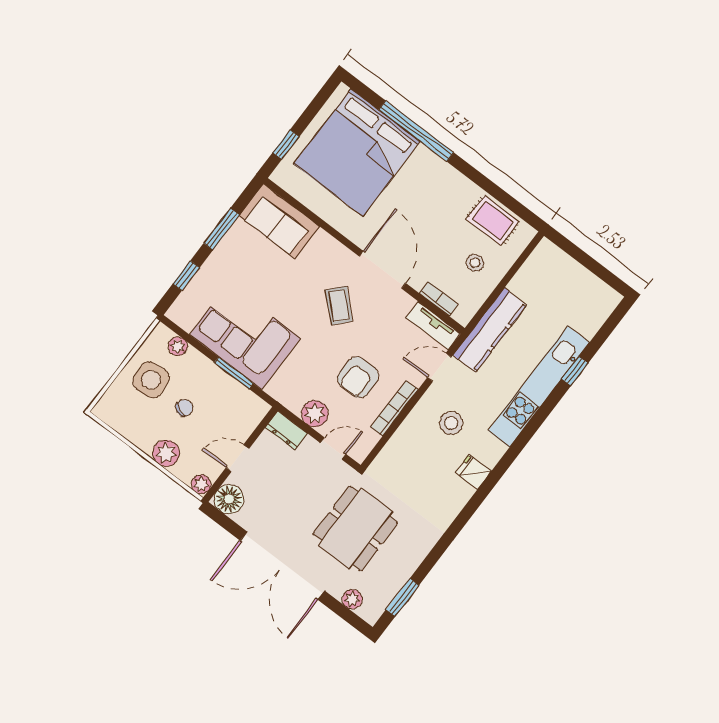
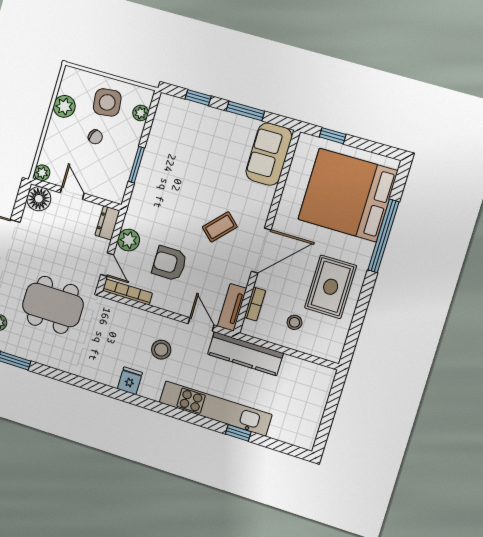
rug: (493, 220) -> (331, 287), moved, width x1.36, depth x1.43
corner sofa: (245, 337) -> (168, 162), removed
bookcase: (394, 408) -> (127, 292), moved
plant: (166, 453) -> (64, 106), moved

